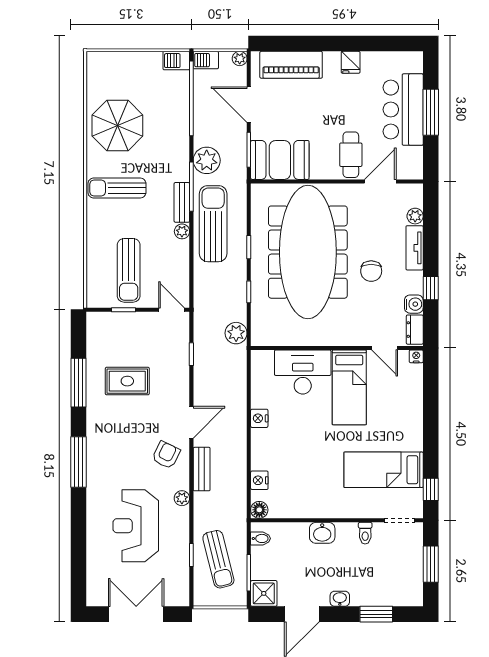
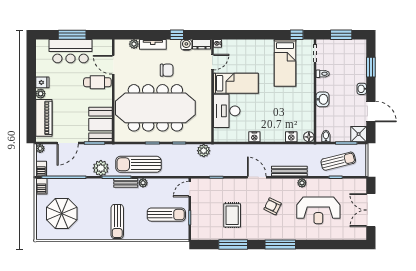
plant: (332, 59) -> (41, 94), added
parasol: (117, 126) -> (62, 213), moved
armchair: (166, 455) -> (273, 206), moved
bench: (202, 469) -> (289, 171), width x1.36

